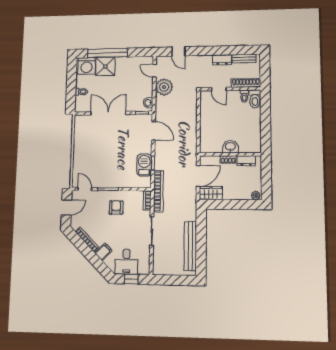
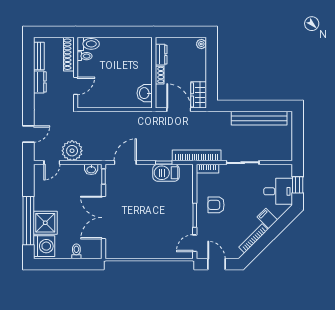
washbasin: (230, 147) -> (145, 93), moved

